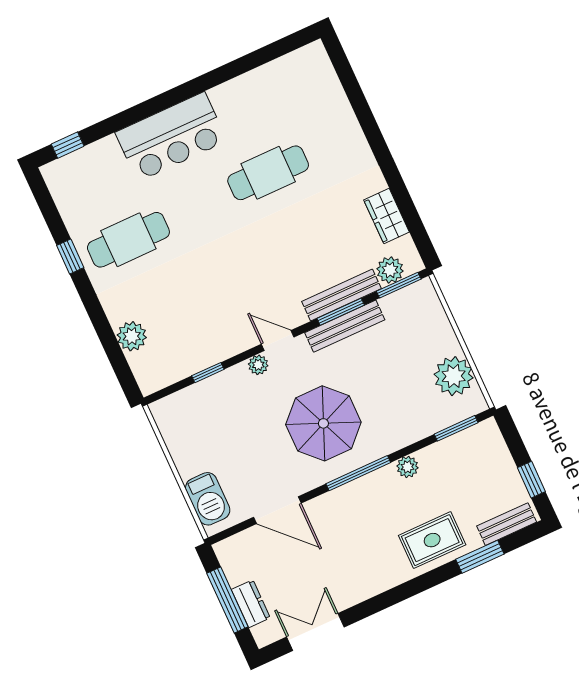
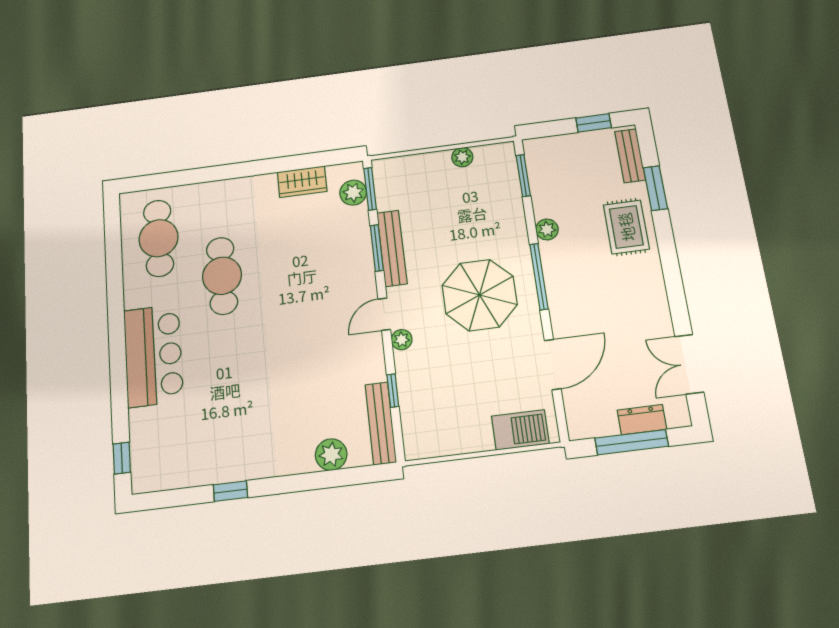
cafe table: (128, 240) -> (159, 238), moved
bench: (342, 295) -> (381, 423), moved
plant: (454, 376) -> (462, 157), width x0.53, depth x0.53

